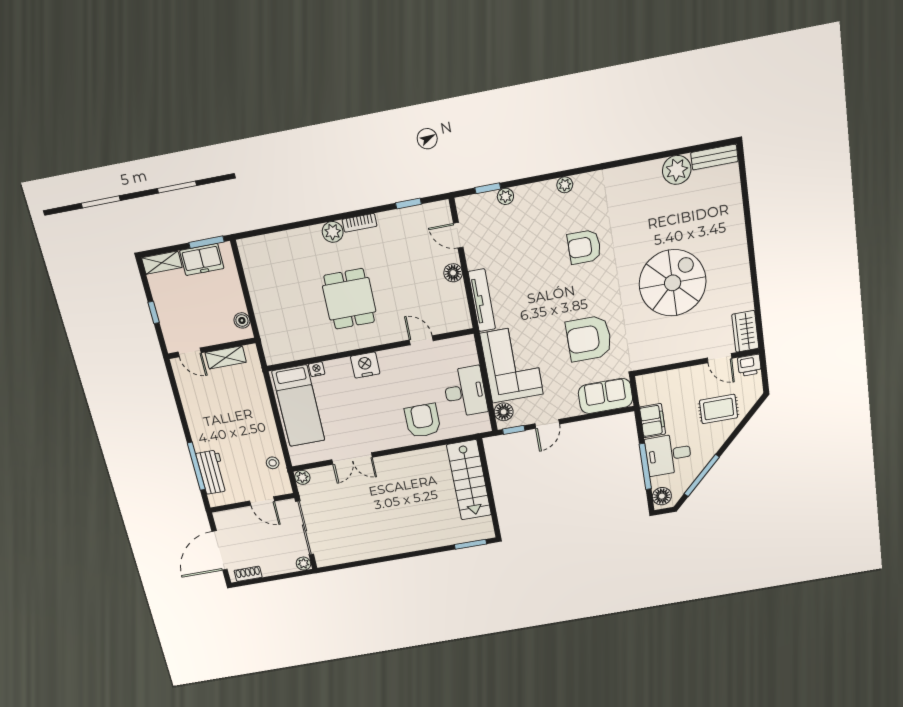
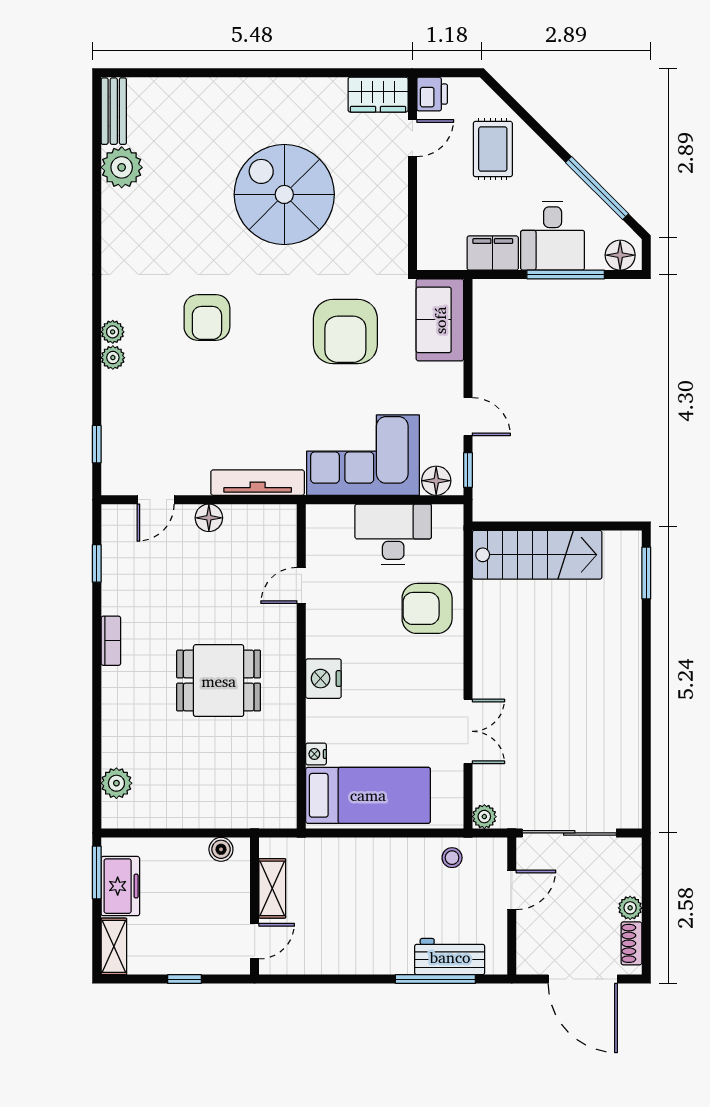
plant: (505, 196) -> (113, 358), moved
plant: (333, 232) -> (116, 783), moved
plant: (304, 564) -> (630, 908), moved

